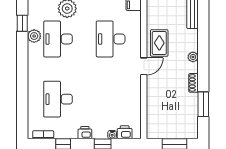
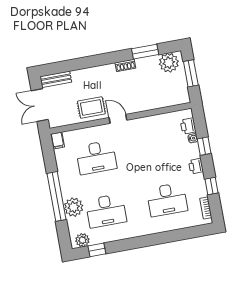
plant: (34, 36) -> (82, 240), moved
plant: (193, 57) -> (169, 63), moved, width x1.88, depth x1.88

